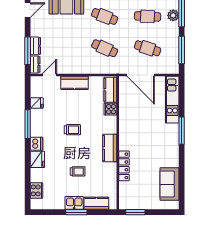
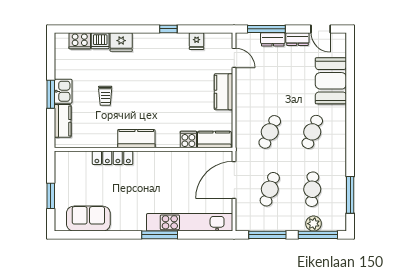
dresser: (35, 64) -> (297, 39), moved
kitchen unit: (172, 100) -> (190, 222), width x1.36
window: (28, 124) -> (168, 29), width x0.46
trolley: (72, 130) -> (161, 89), removed
dishwasher: (36, 144) -> (100, 41), moved
window: (135, 212) -> (51, 196), moved

